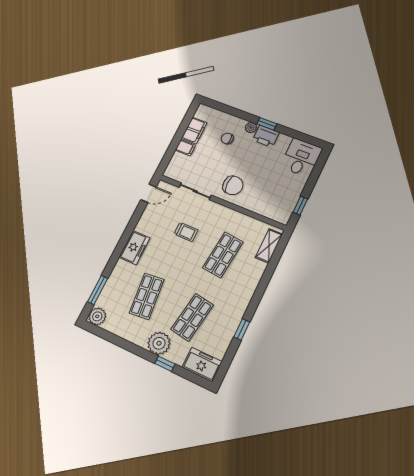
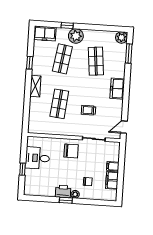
desk: (301, 158) -> (37, 158), moved, turned 90
chair: (233, 185) -> (71, 151), turned 180
window: (300, 206) -> (23, 169), moved
shelving: (269, 246) -> (35, 86), moved

